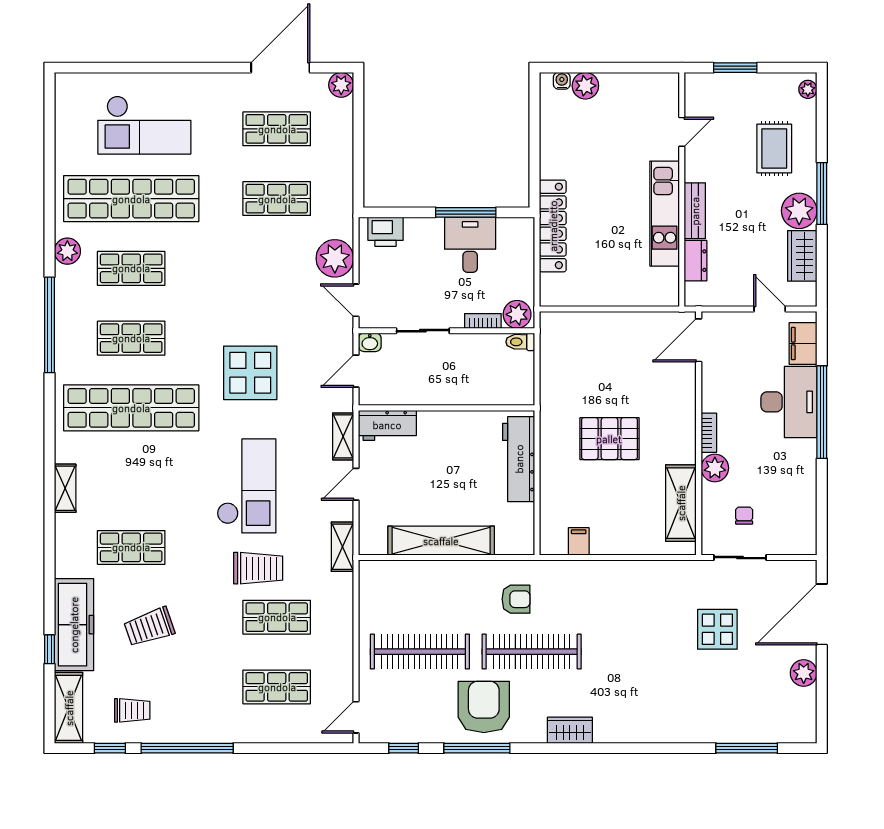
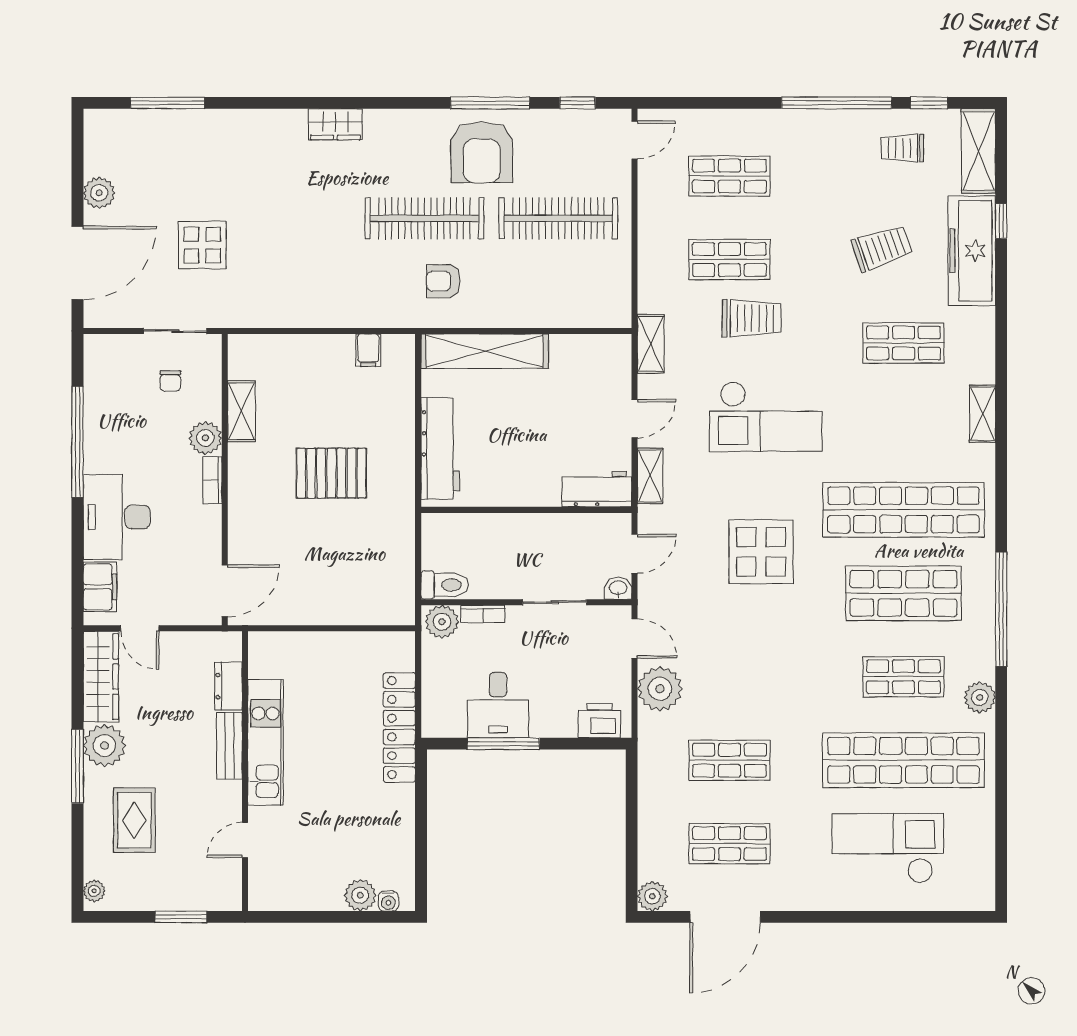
wardrobe: (802, 256) -> (101, 677), width x1.50
shop shelf: (131, 338) -> (904, 593), width x1.43, depth x1.36
toilet: (520, 342) -> (445, 585), width x1.37, depth x1.39
window: (822, 412) -> (78, 442), moved
checkout: (246, 486) -> (766, 417), turned -90
shelving: (681, 503) -> (241, 411), width x0.67, depth x0.75
shelving: (441, 541) -> (485, 351), moved
trolley: (258, 568) -> (752, 318), turned 180
wardrobe: (570, 730) -> (335, 124), moved

